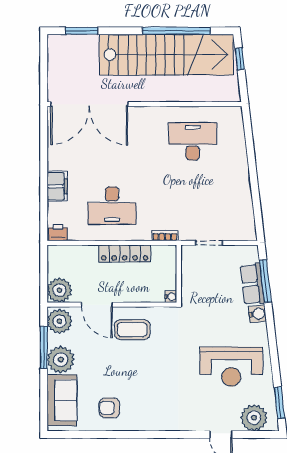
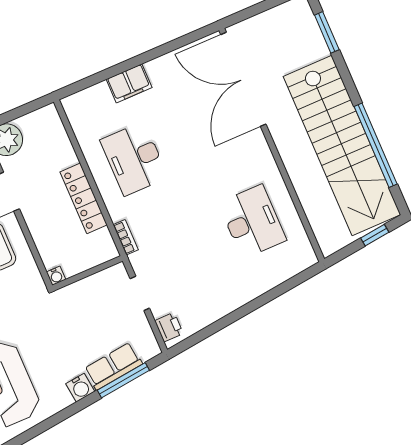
printer: (58, 233) -> (169, 327), moved

